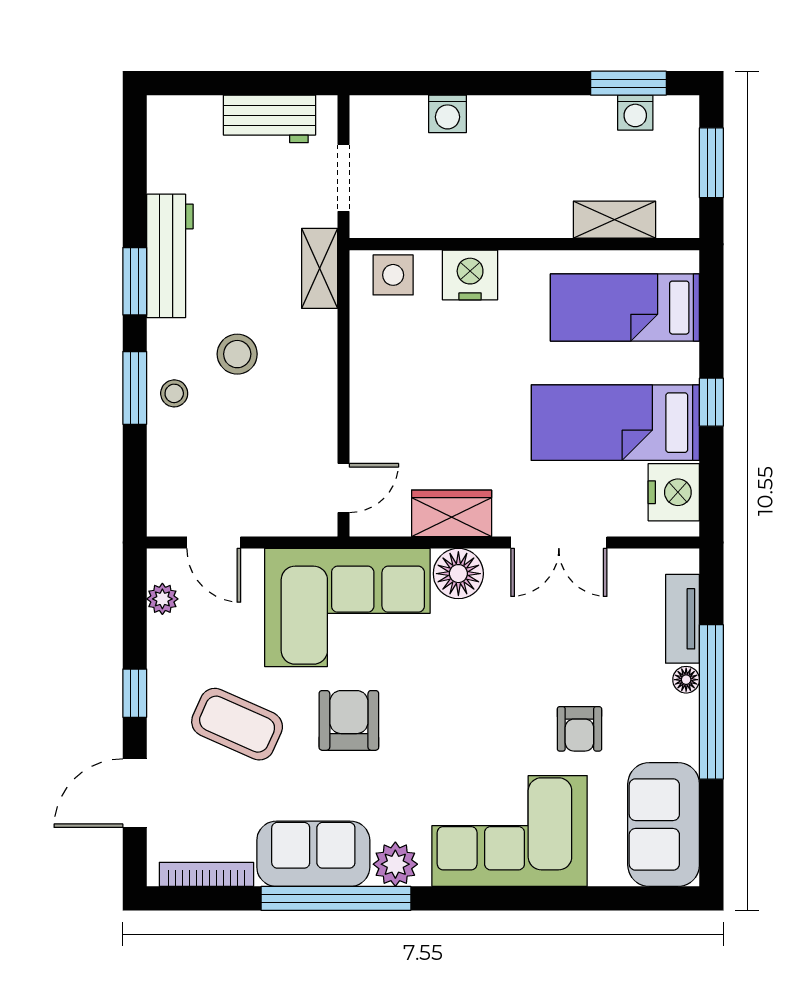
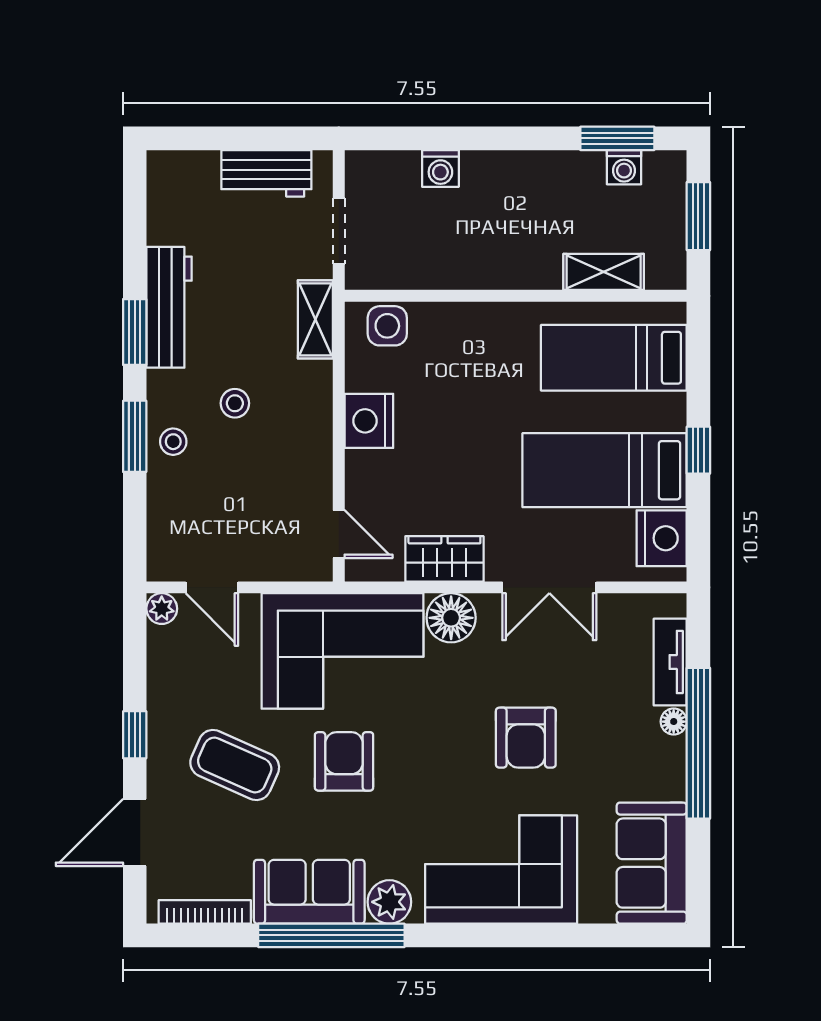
nightstand: (470, 275) -> (369, 421), moved, turned -90
stool: (237, 354) -> (235, 403), width x0.73, depth x0.73
door: (344, 488) -> (339, 534), hinge flipped
plant: (162, 599) -> (162, 609), moved
armchair: (579, 729) -> (526, 738), moved, width x1.38, depth x1.38

